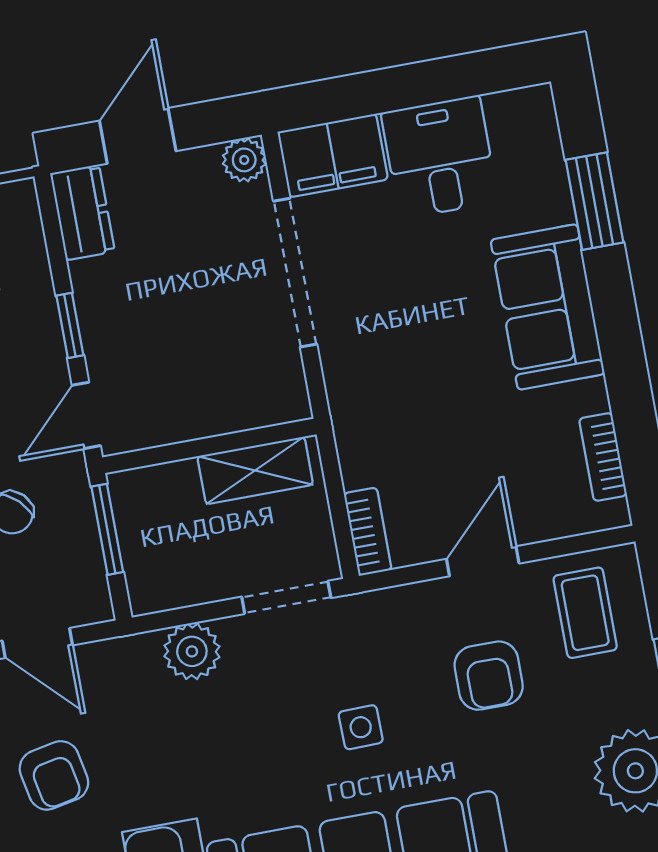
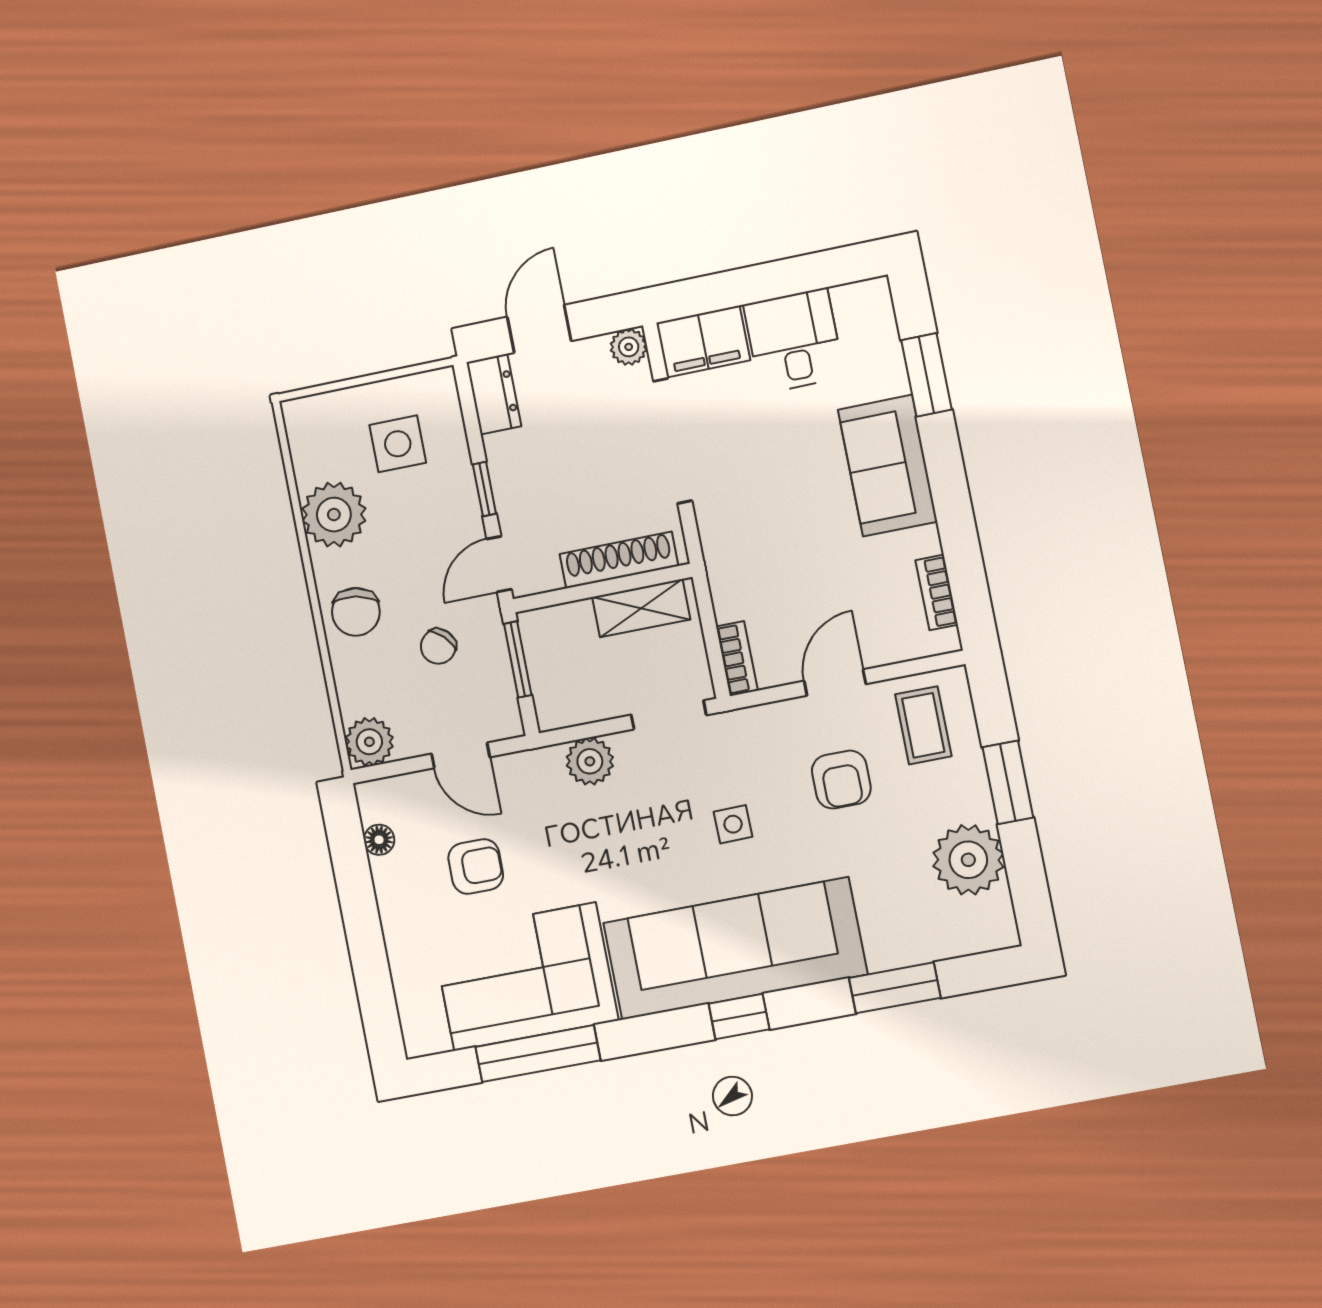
shoe rack: (229, 413) -> (619, 560), added
armchair: (54, 775) -> (476, 866), turned -79

